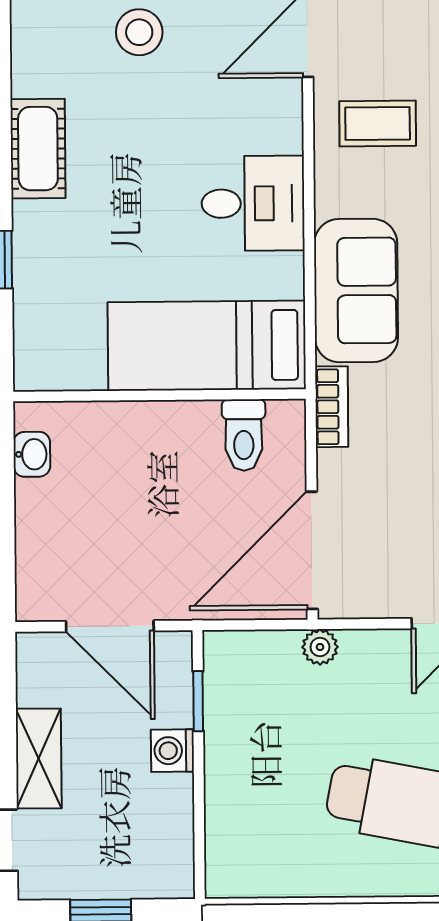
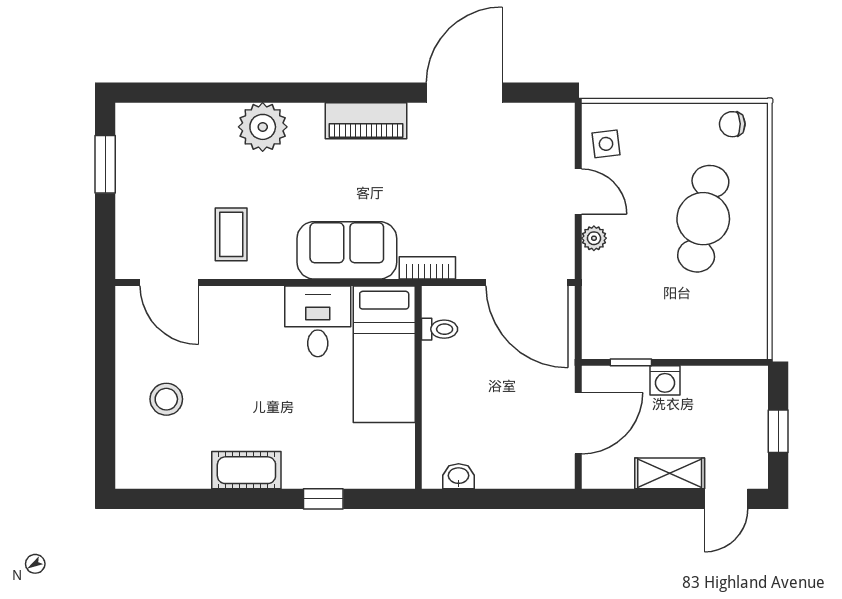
desk: (253, 203) -> (318, 321), moved
toilet: (244, 435) -> (440, 329), width x0.73, depth x0.72
plant: (320, 647) -> (594, 238), moved

